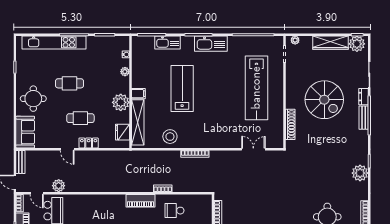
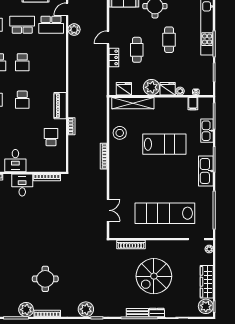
fridge: (122, 85) -> (168, 89), added
filing cabinet: (138, 94) -> (193, 104), moved

